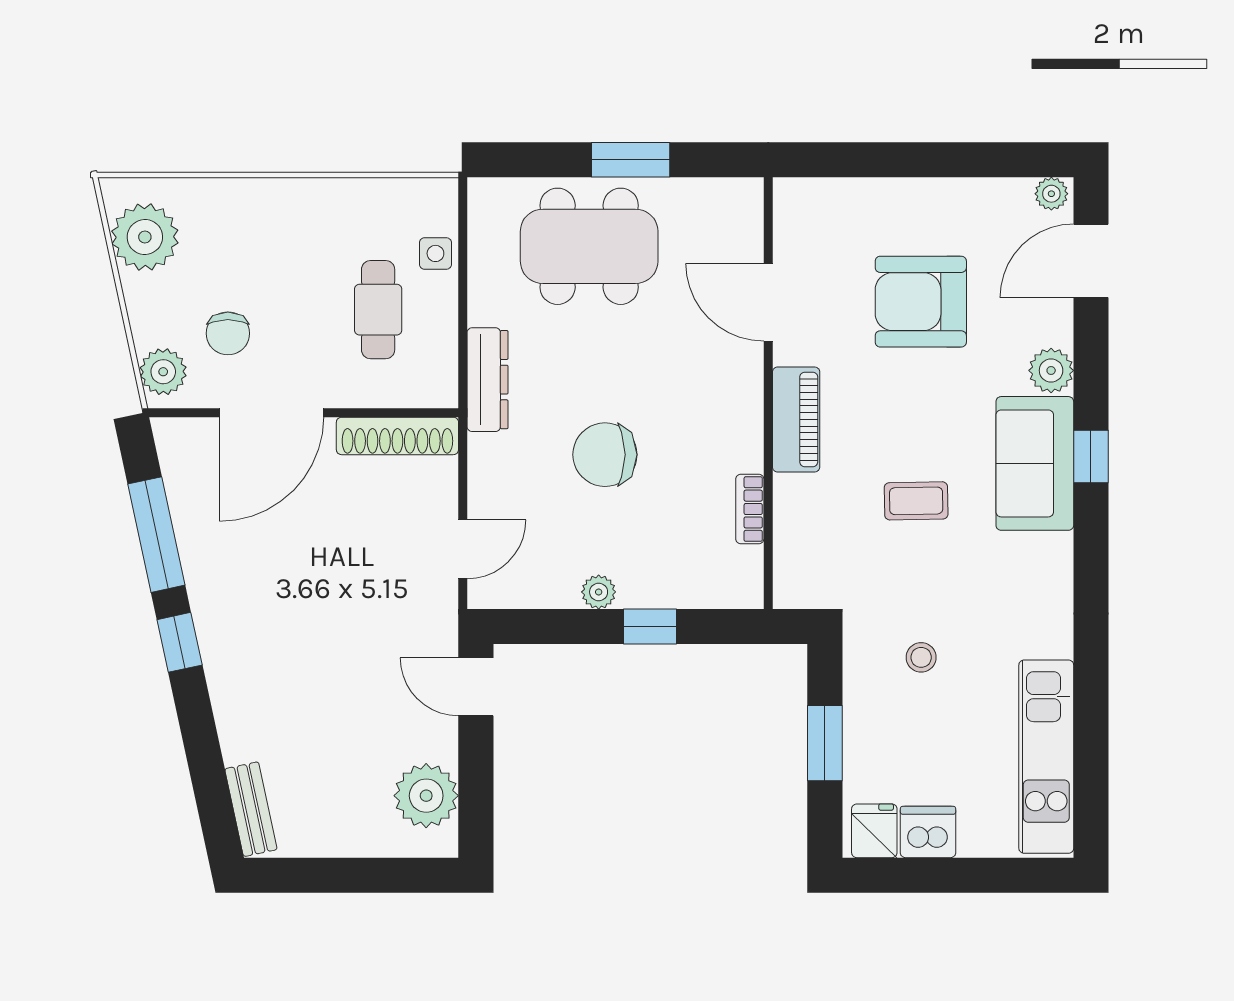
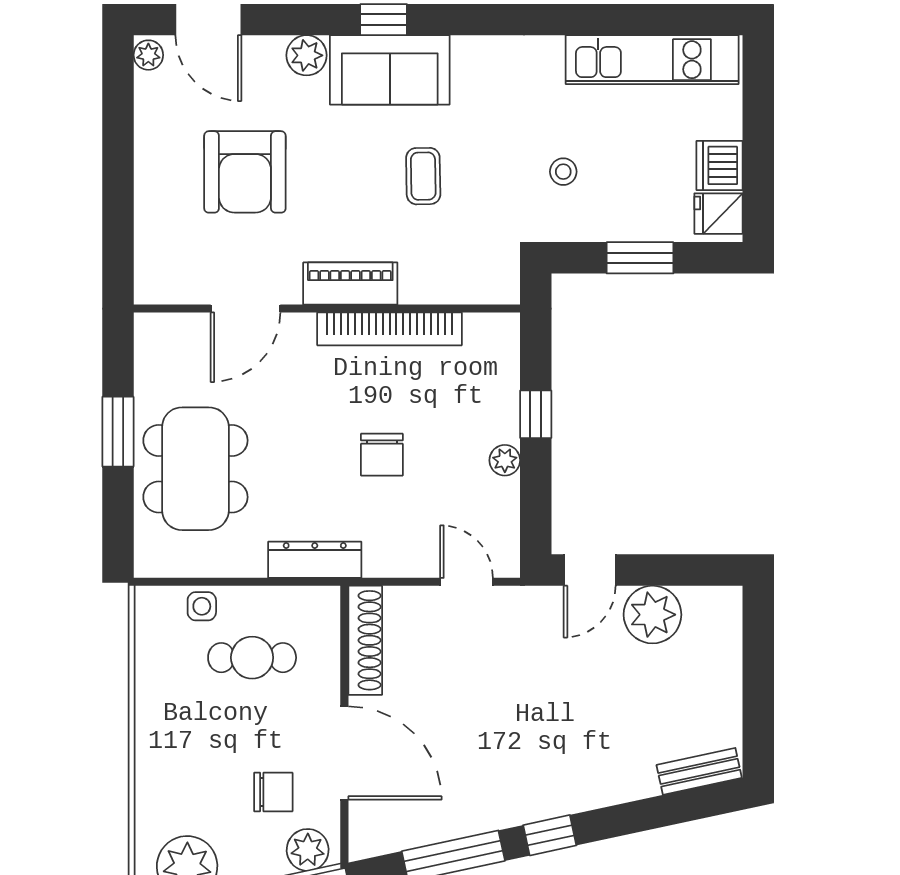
chair: (605, 455) -> (382, 455), width x0.73, depth x0.73
bookcase: (750, 509) -> (390, 329), width x2.31, depth x1.31
plant: (426, 796) -> (652, 615), moved

